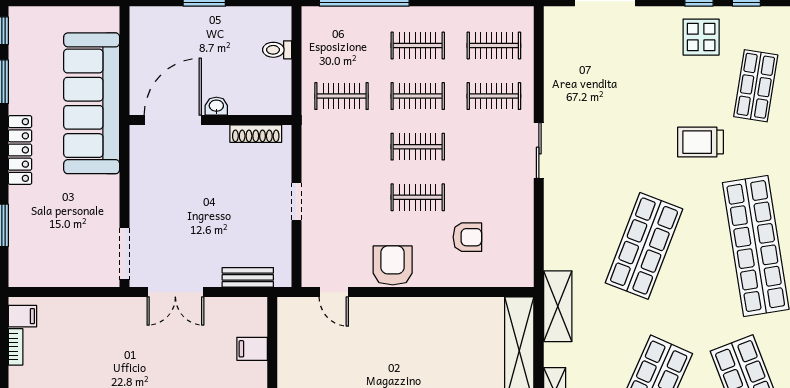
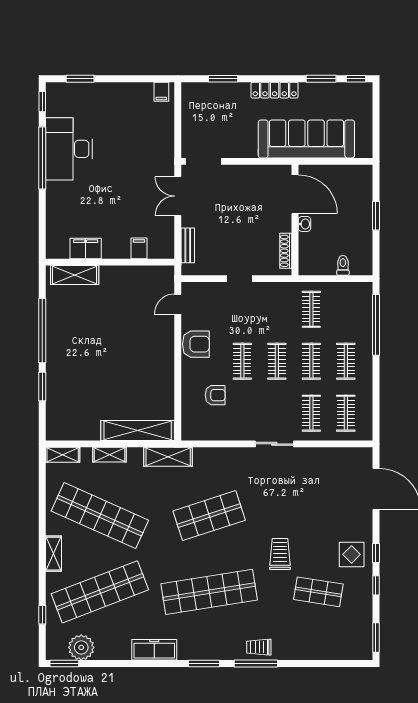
armchair: (467, 237) -> (215, 395), turned -90
shop shelf: (644, 246) -> (209, 516), turned -39
bookcase: (16, 347) -> (140, 87), removed

